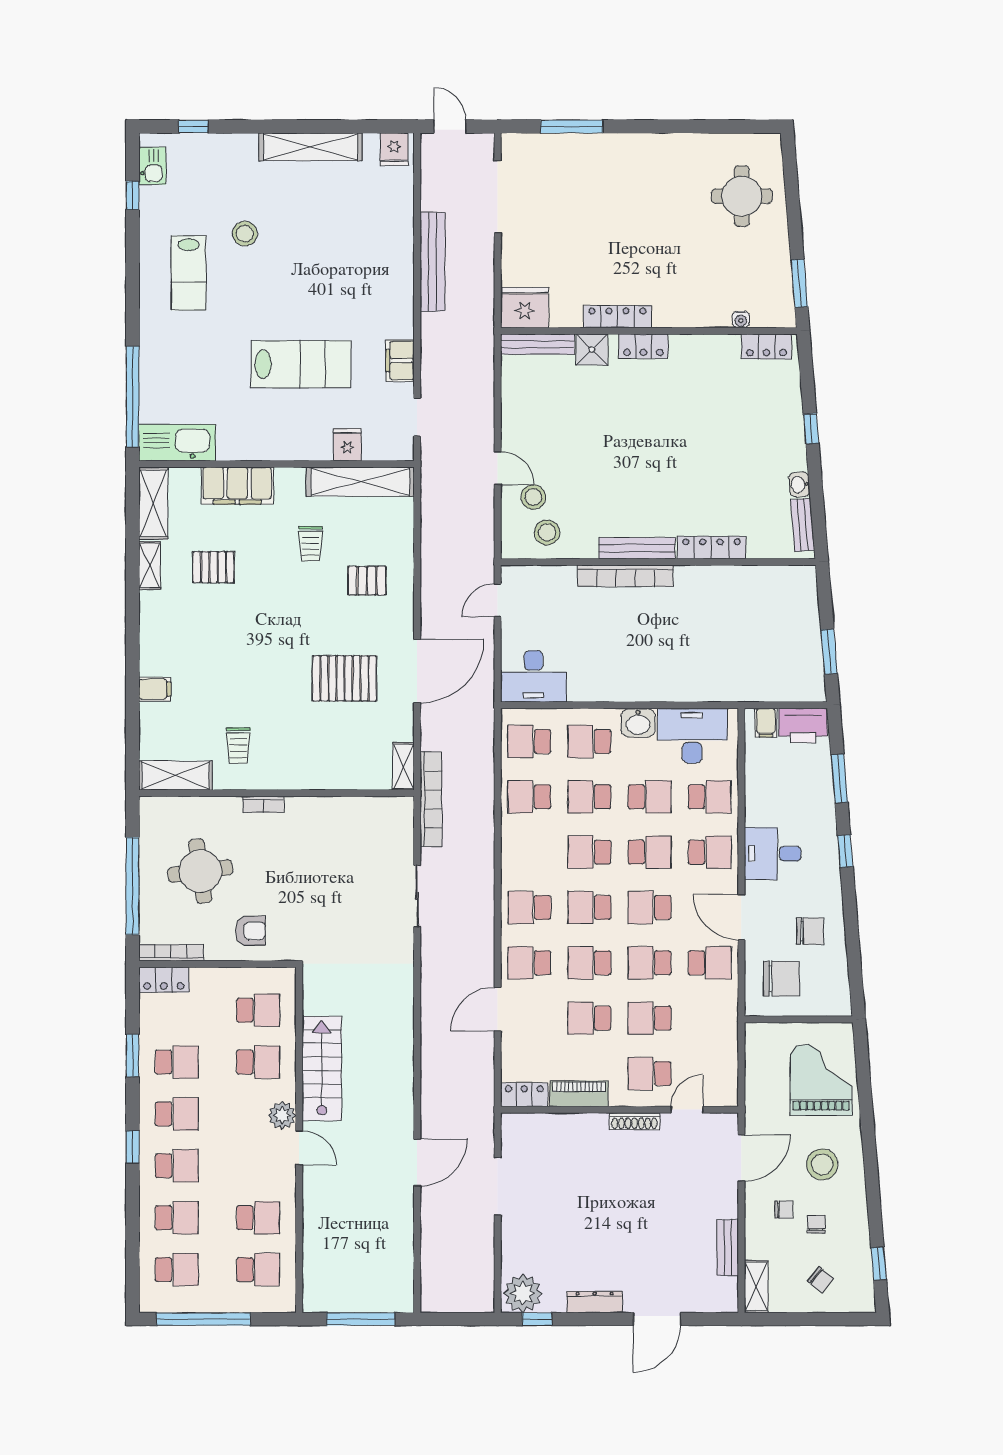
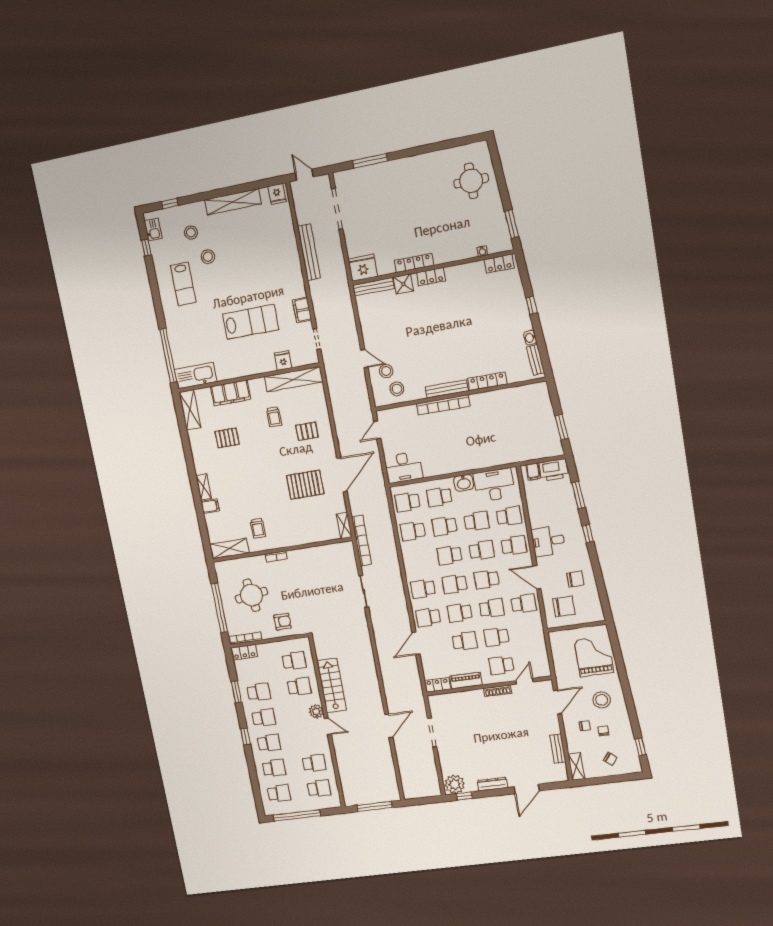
stool: (222, 185) -> (191, 232), added
shelving: (150, 565) -> (204, 487), moved
school desk: (650, 963) -> (492, 608), turned 180
school desk: (589, 1018) -> (465, 641), turned 180

